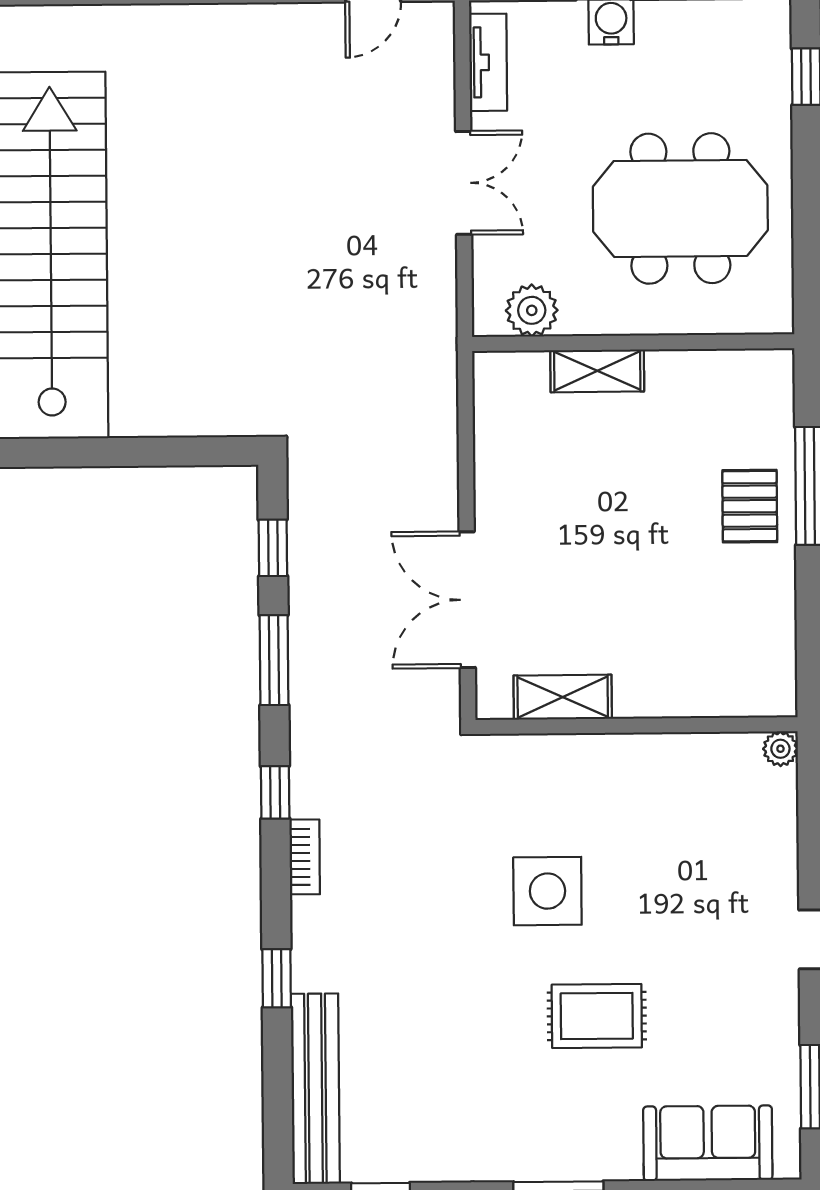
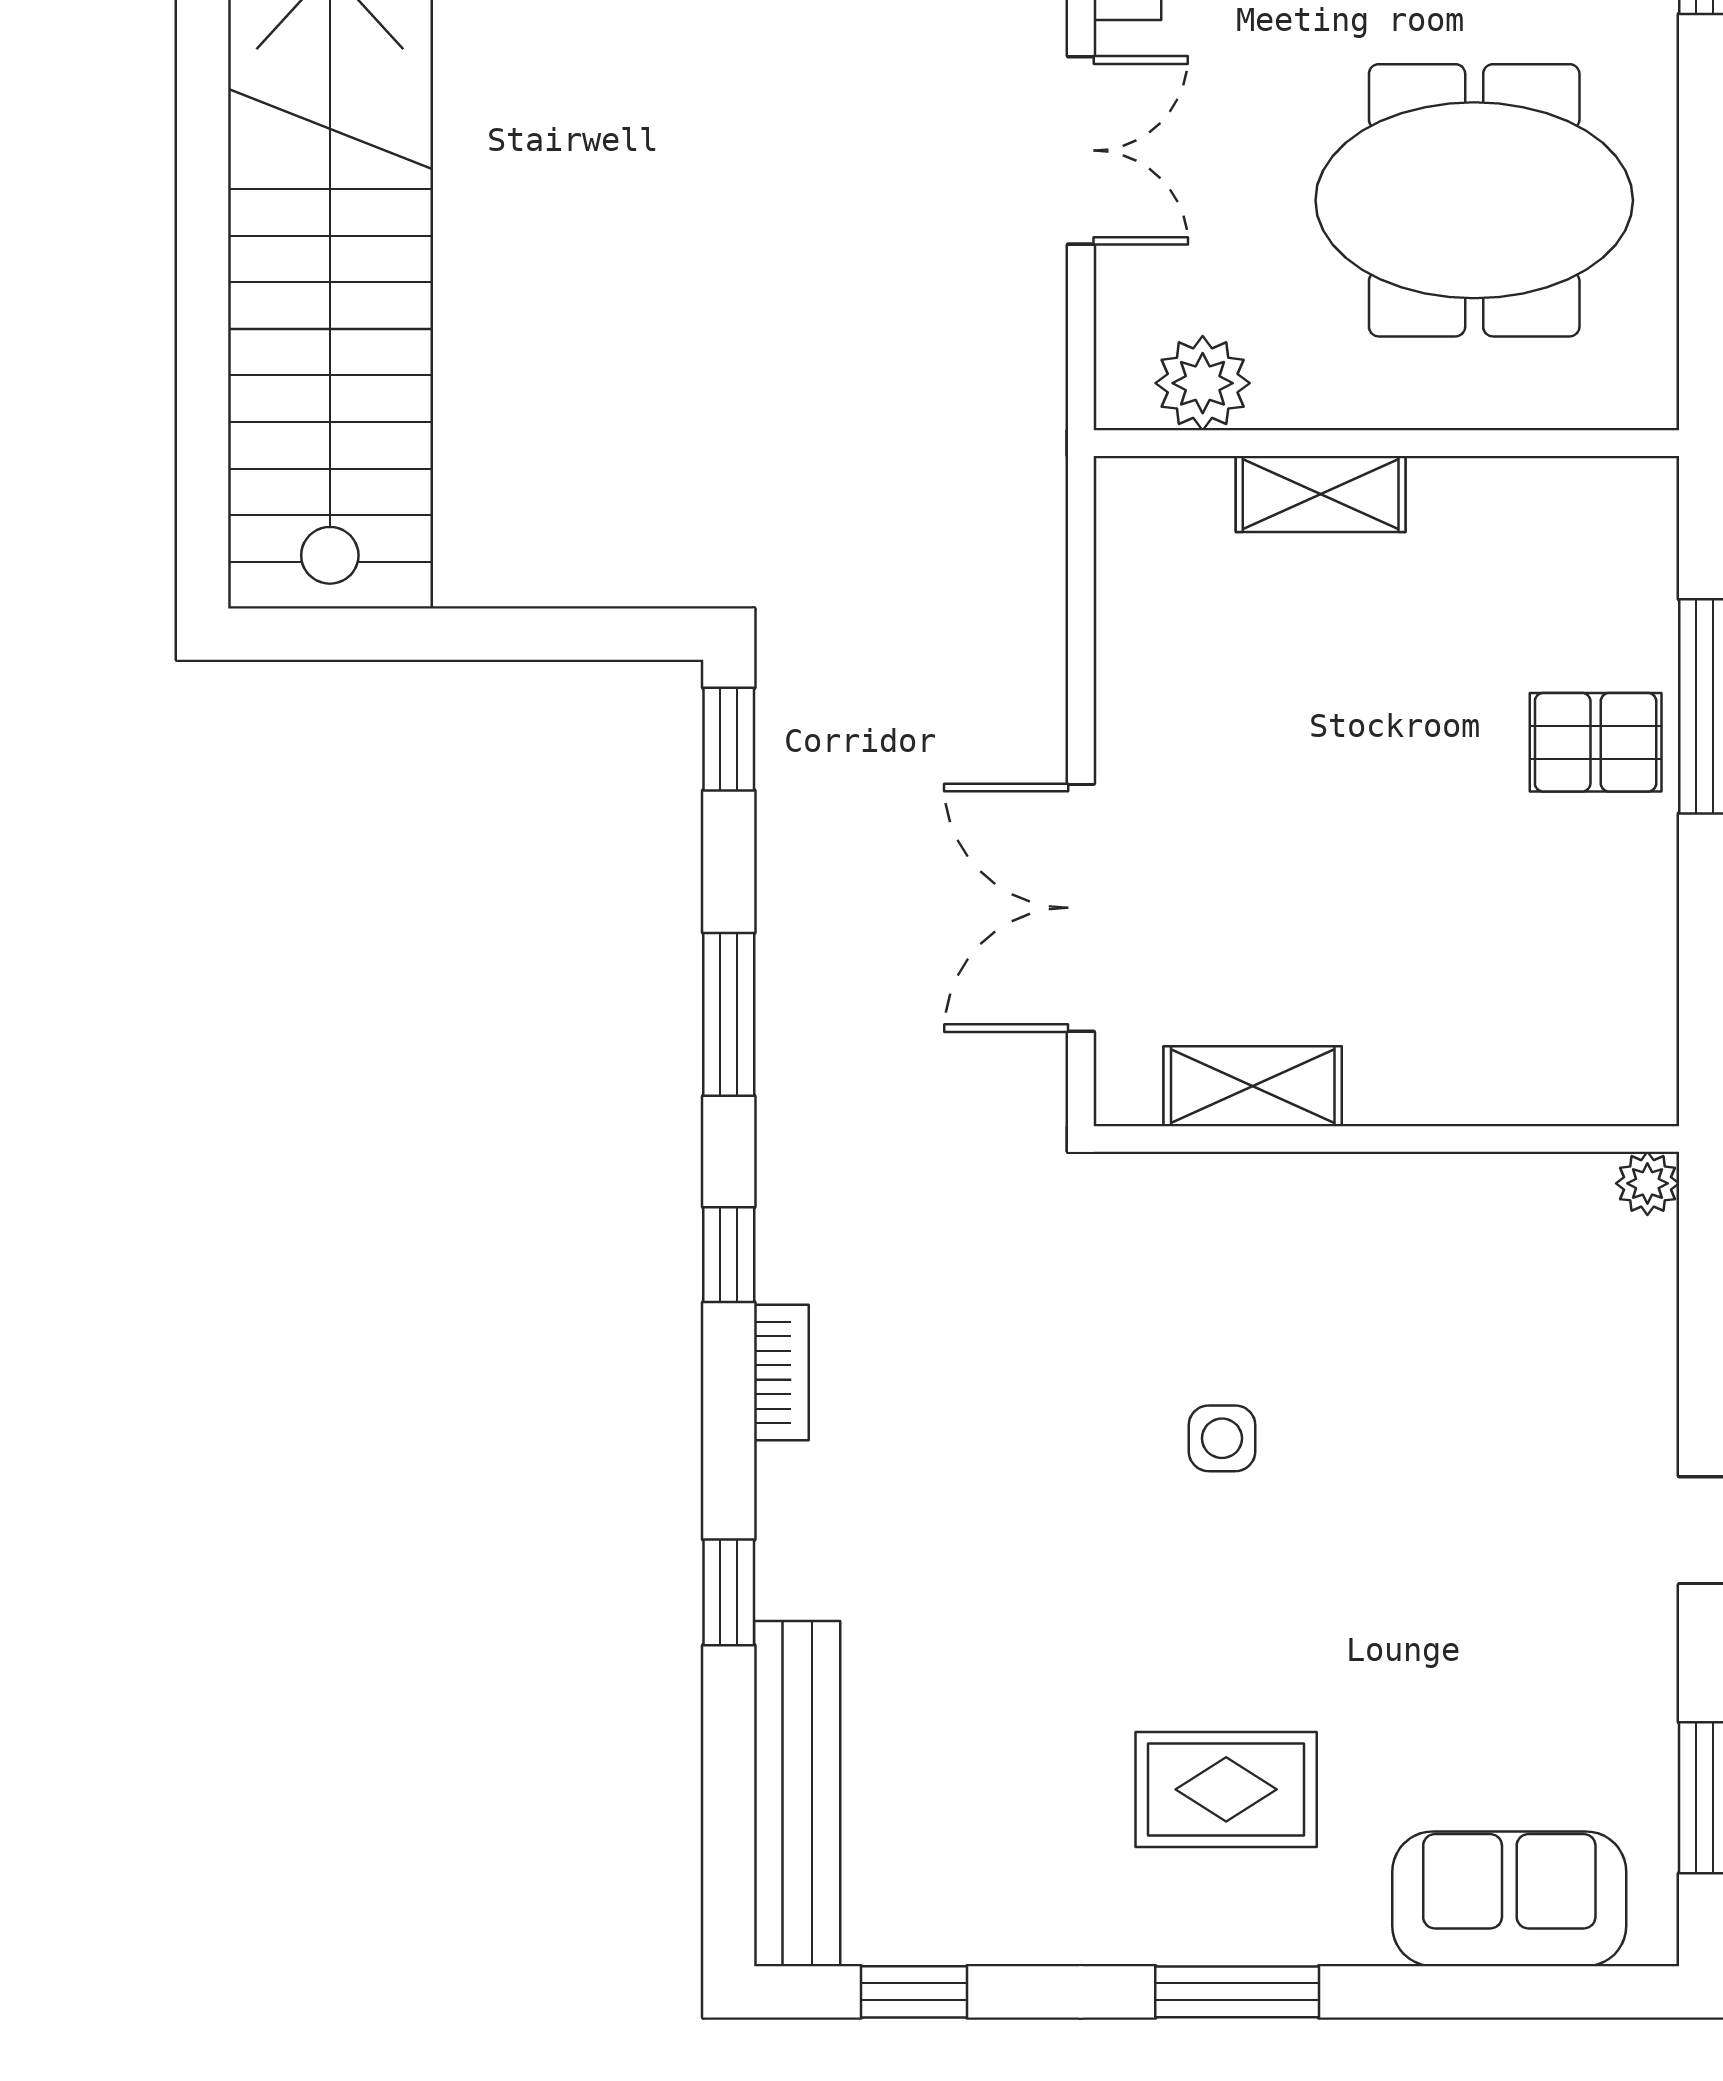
pallet: (750, 506) -> (1596, 742), turned 90
window: (273, 548) -> (729, 739), moved
side table: (547, 891) -> (1222, 1438), width x0.54, depth x0.54
rug: (597, 1016) -> (1226, 1789), moved

